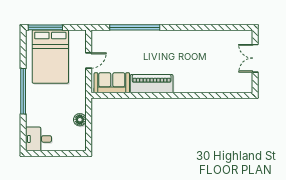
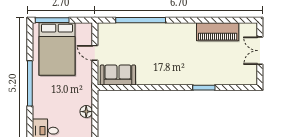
door: (89, 60) -> (95, 53), swing flipped
piano: (152, 84) -> (218, 32), moved, turned 180
window: (198, 95) -> (204, 88), added

